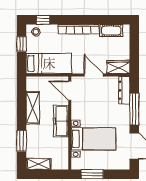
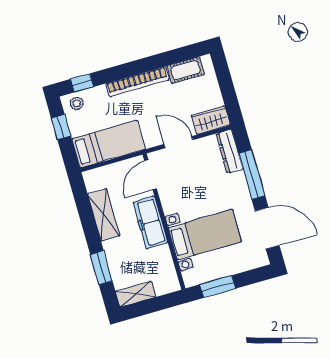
door: (70, 91) -> (151, 175), hinge flipped

